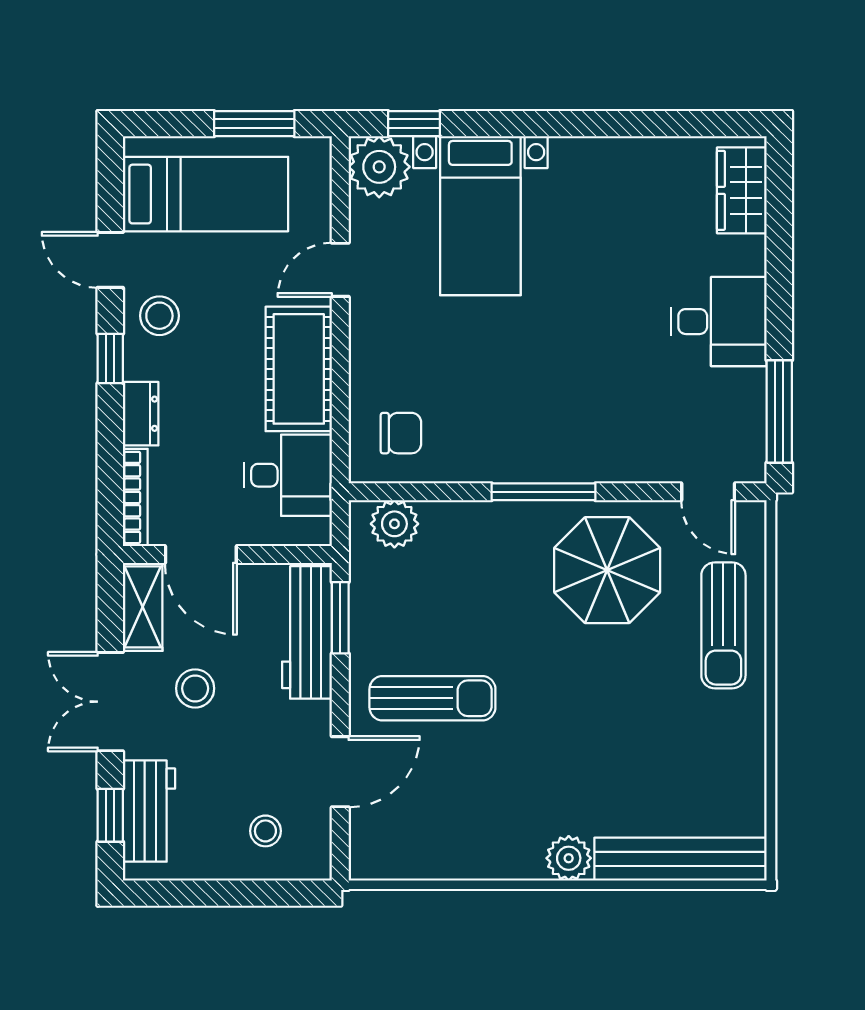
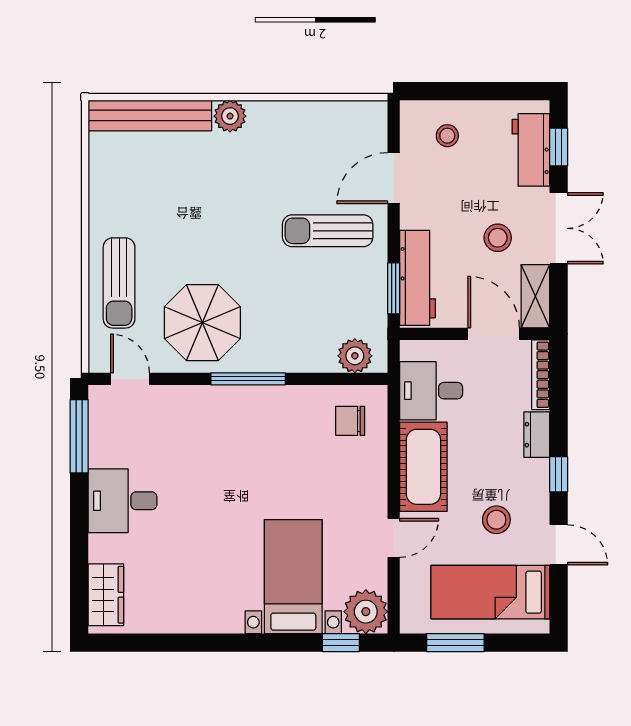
stool: (159, 316) -> (496, 520), moved
sun lounger: (723, 625) -> (119, 283), turned 180

